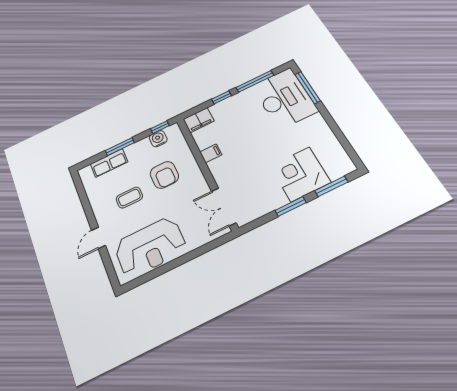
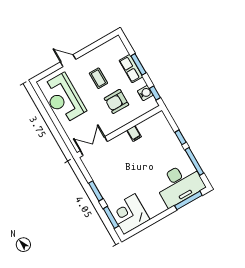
filing cabinet: (199, 120) -> (161, 122), removed
row of seats: (109, 163) -> (131, 69), moved
corner desk: (300, 174) -> (129, 214), moved, turned -90

